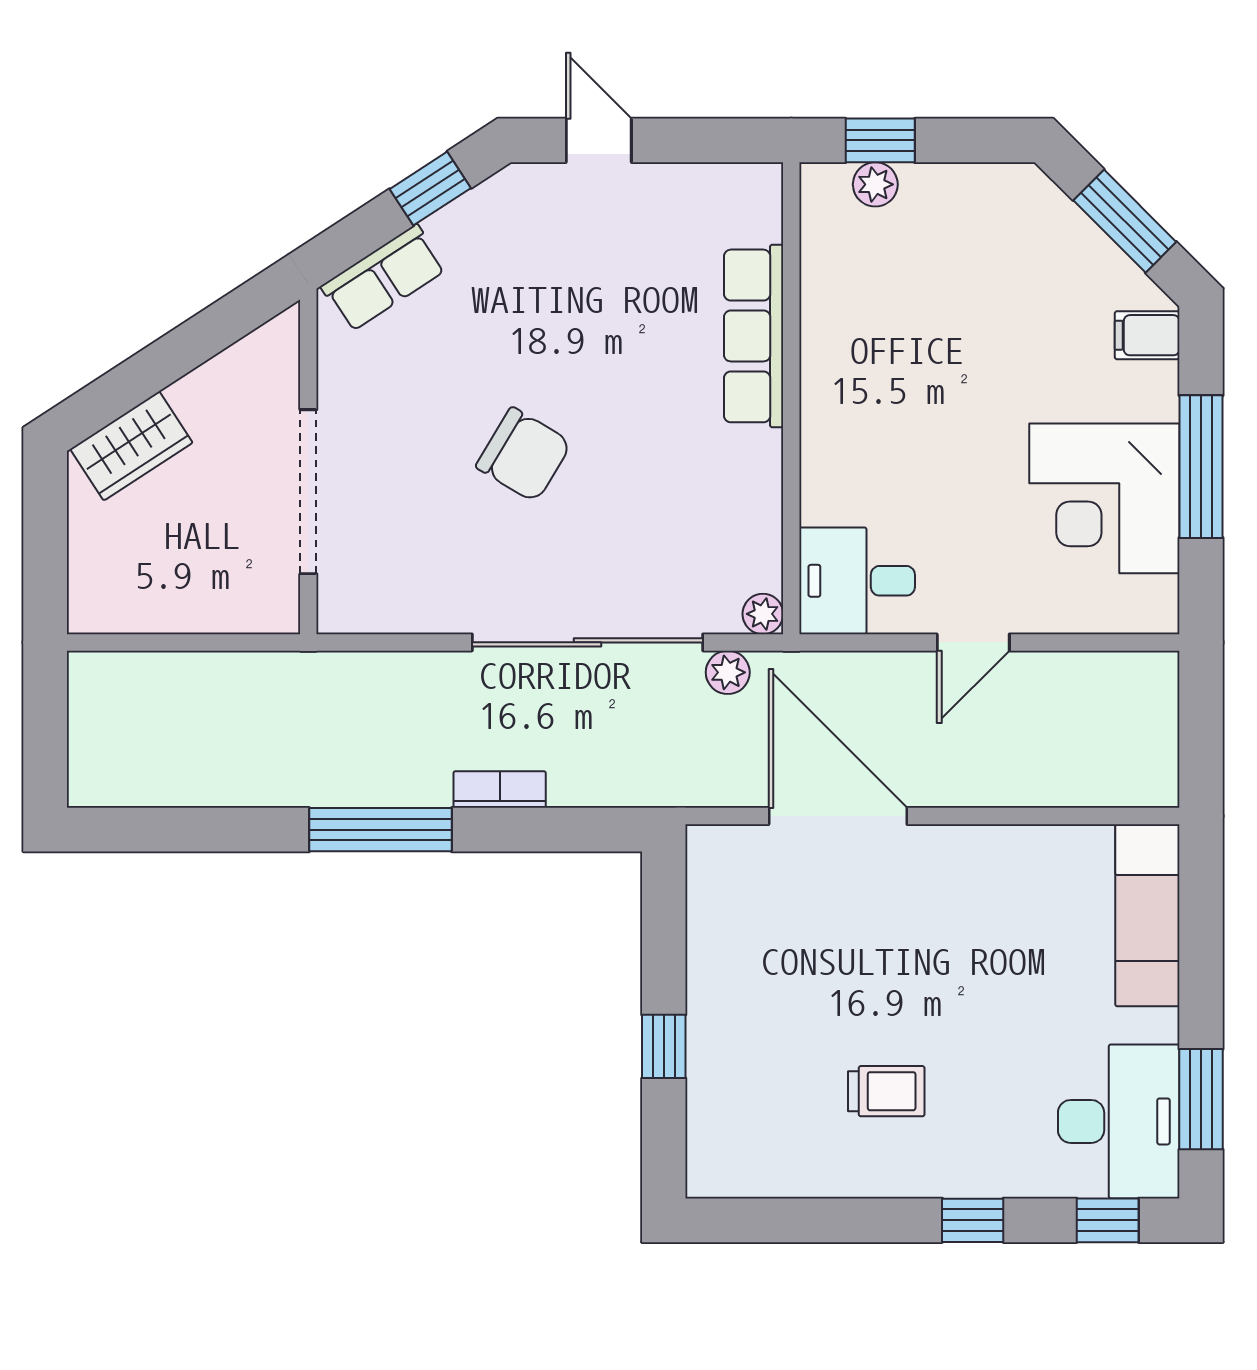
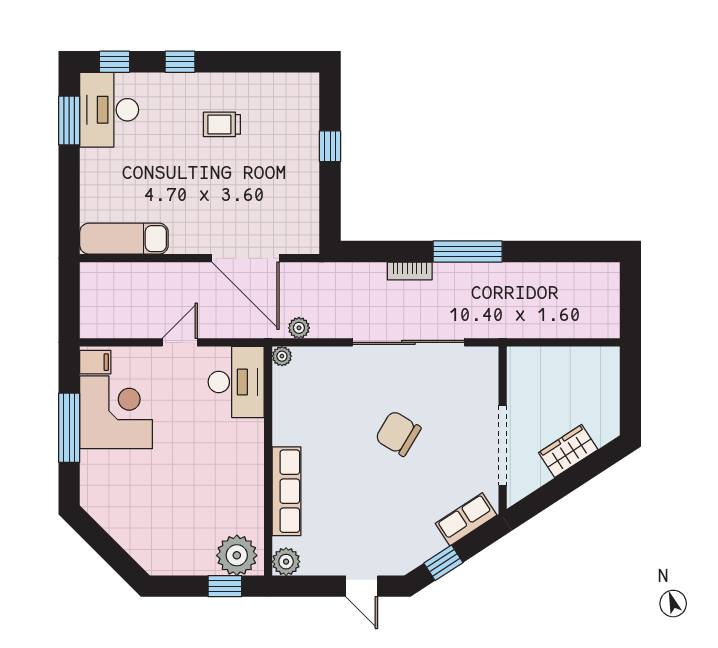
plant: (875, 184) -> (237, 555), width x1.87, depth x1.87
plant: (754, 191) -> (286, 562), added
window: (1125, 221) -> (106, 547), removed
filing cabinet: (1147, 335) -> (95, 362), moved
wardrobe: (131, 446) -> (568, 451), moved
doorway: (308, 492) -> (503, 445), moved
desk: (857, 581) -> (236, 382), width x1.37
sliding door: (587, 642) -> (408, 342), moved
exam couch: (1147, 915) -> (124, 239), moved, turned -90

